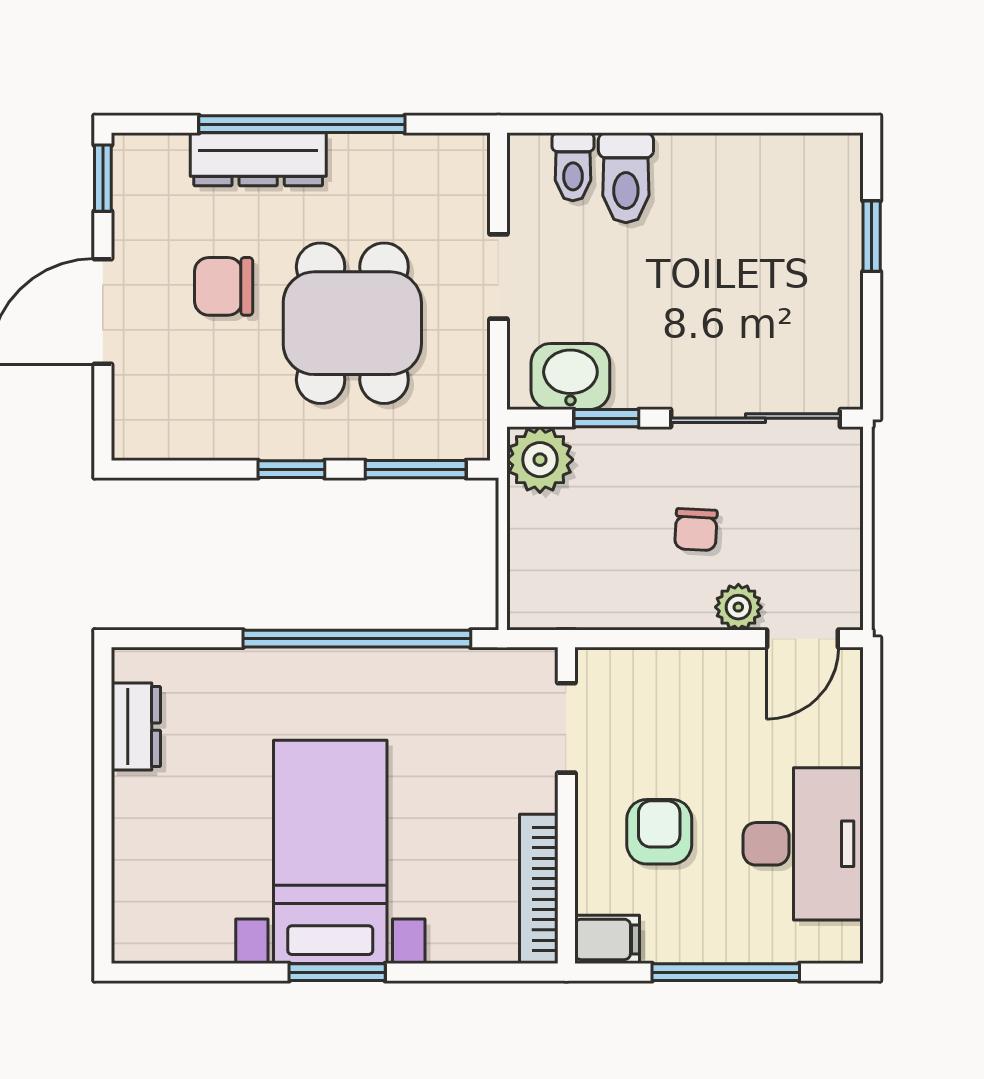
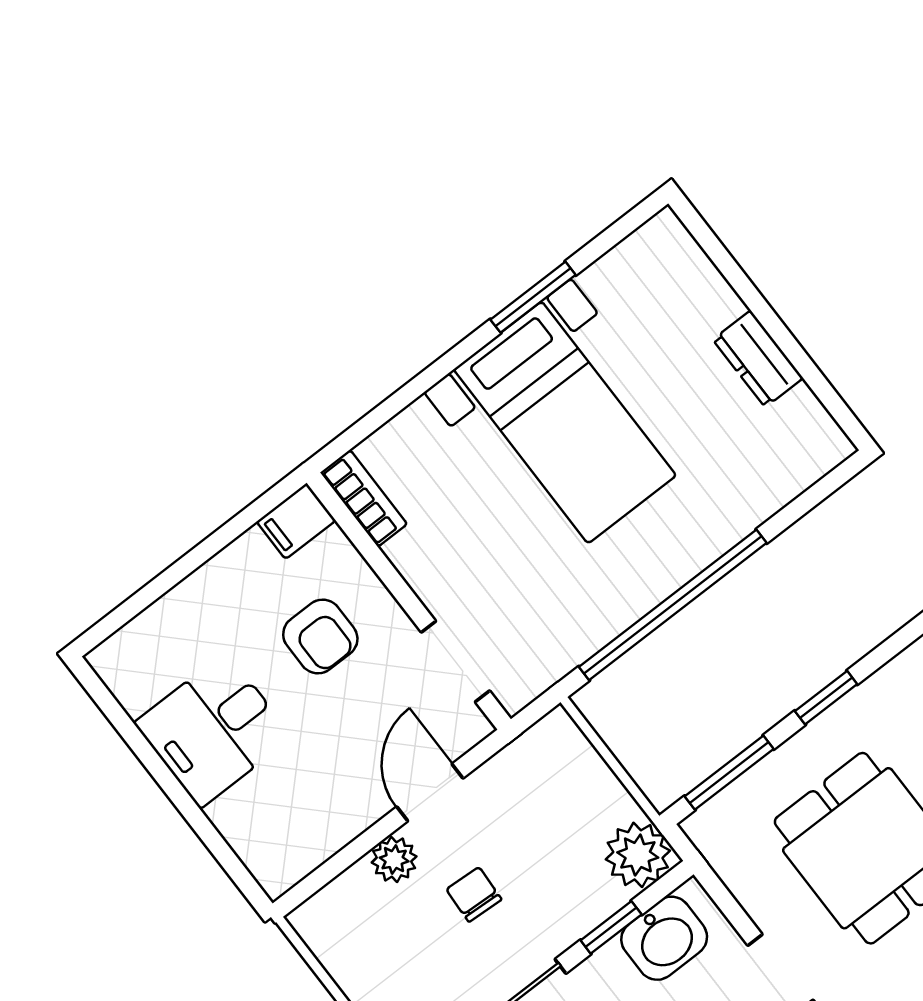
door: (802, 639) -> (430, 793), moved
dresser: (136, 727) -> (758, 359), moved
desk: (803, 844) -> (213, 730), width x0.73
bookcase: (539, 889) -> (364, 498), width x0.64
window: (337, 972) -> (533, 297), moved
window: (726, 972) -> (184, 567), removed

